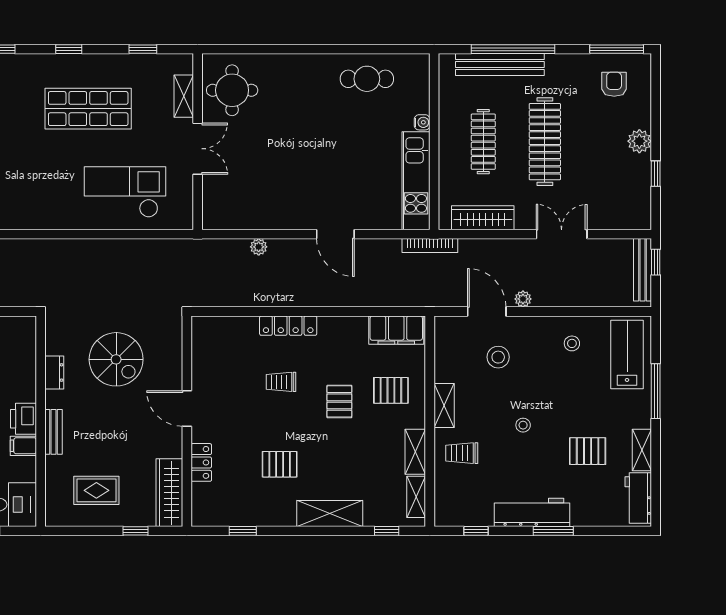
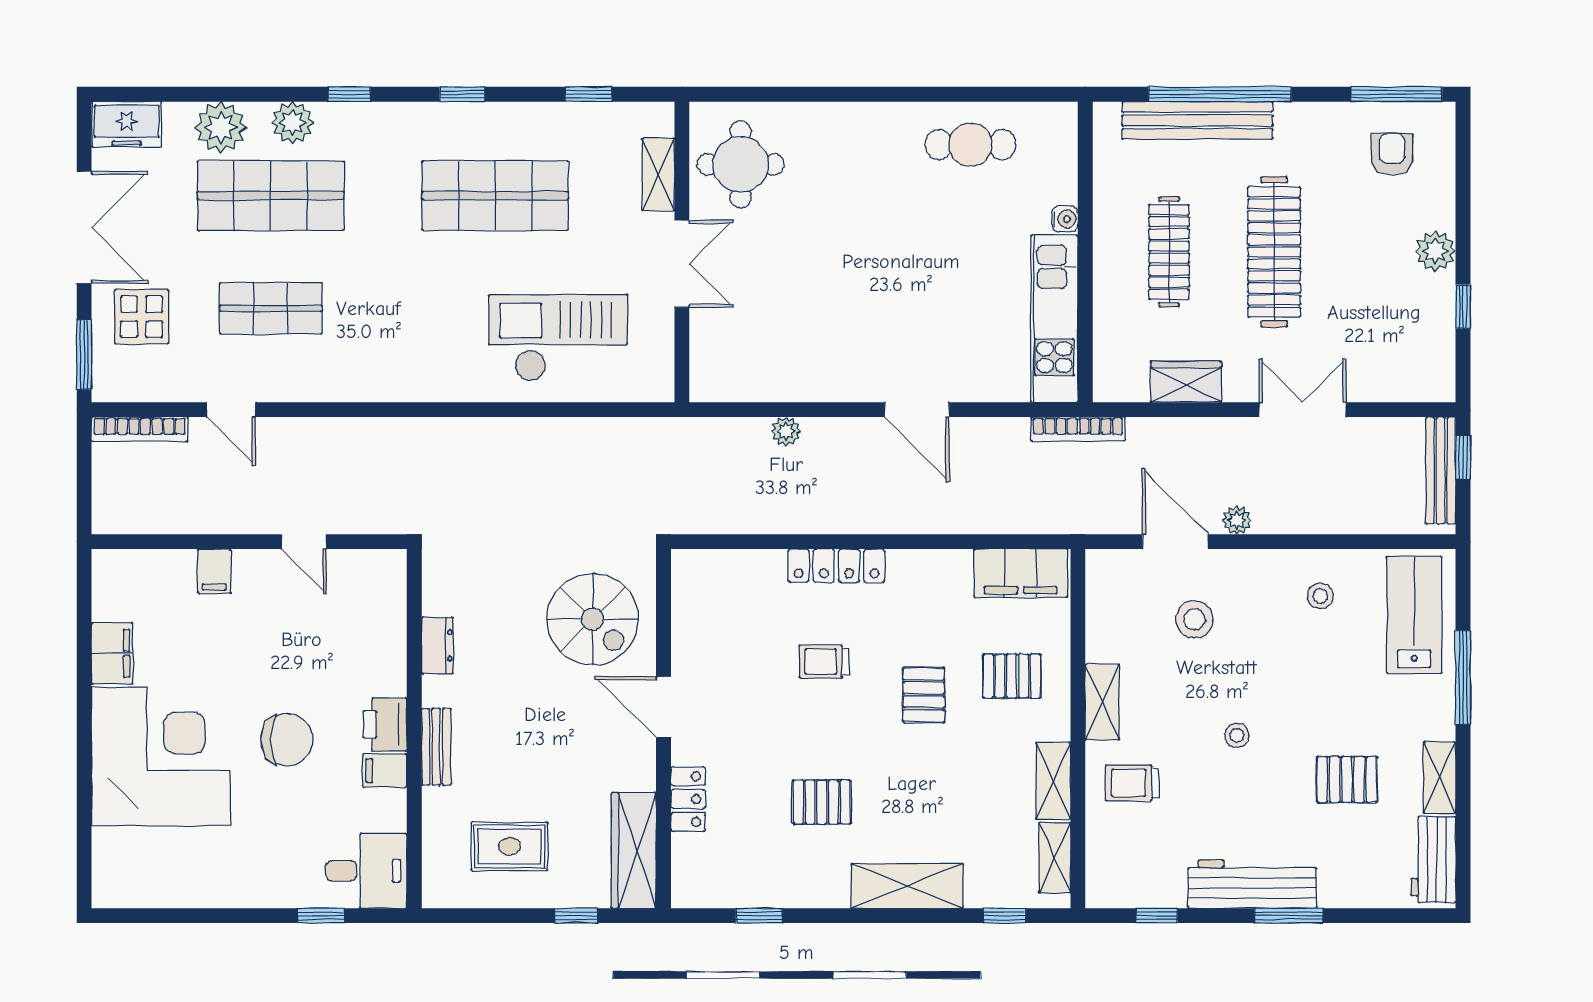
wardrobe: (483, 218) -> (1186, 382), width x0.67
spiral stairs: (116, 359) -> (593, 619), moved

